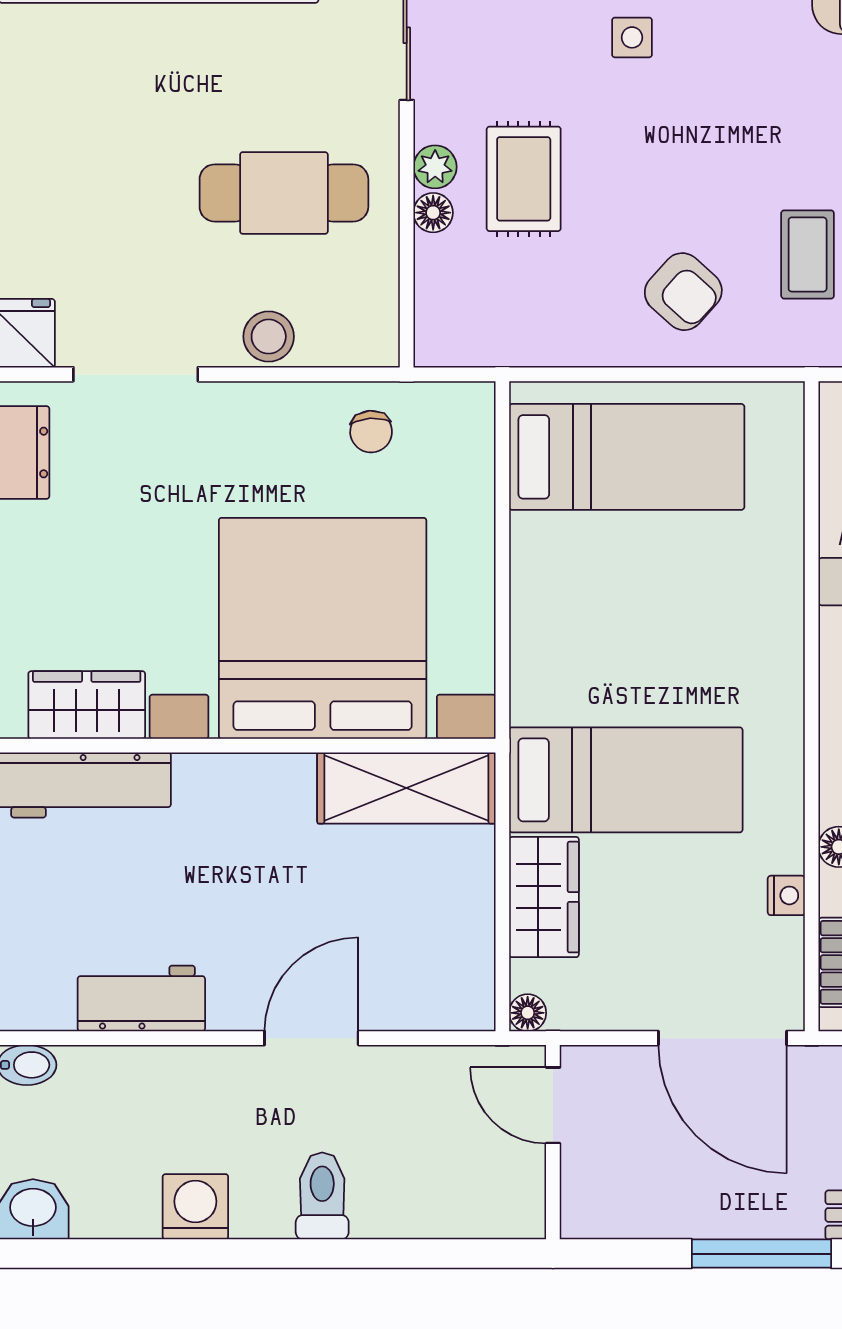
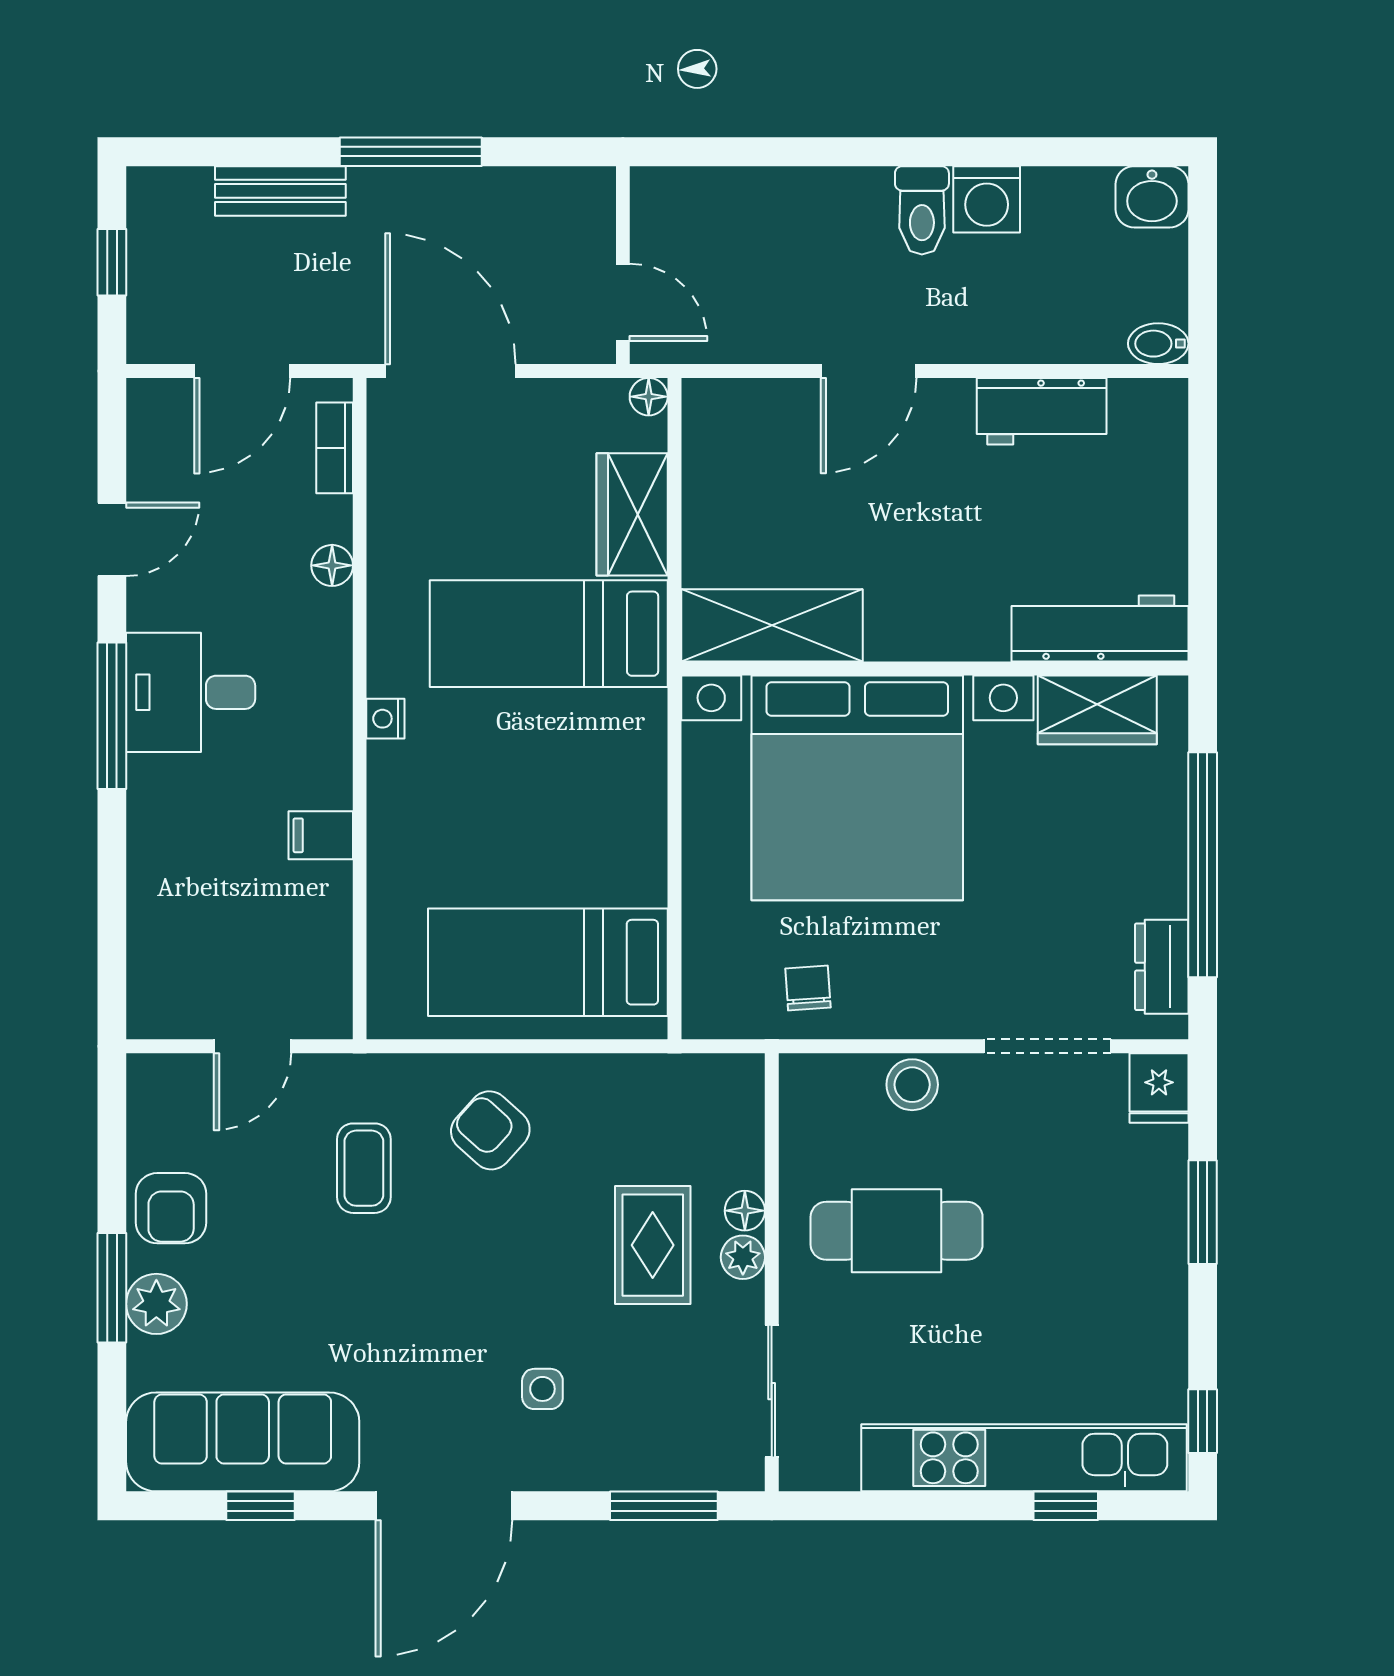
nightstand: (786, 895) -> (385, 719), moved
toilet: (322, 1196) -> (922, 210), moved

